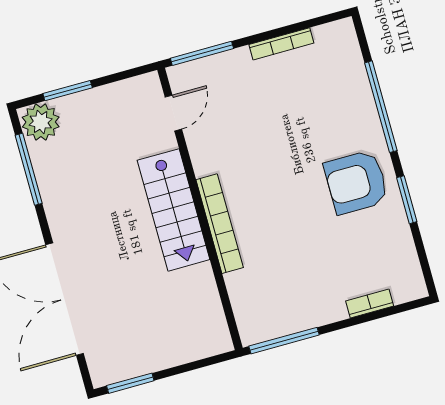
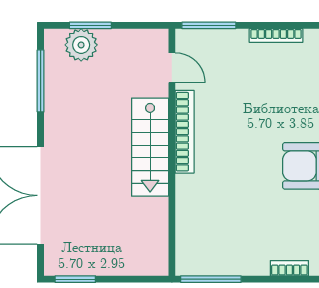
door: (173, 113) -> (172, 68), hinge flipped
plant: (41, 122) -> (81, 45), moved
bookcase: (220, 224) -> (185, 132), moved

